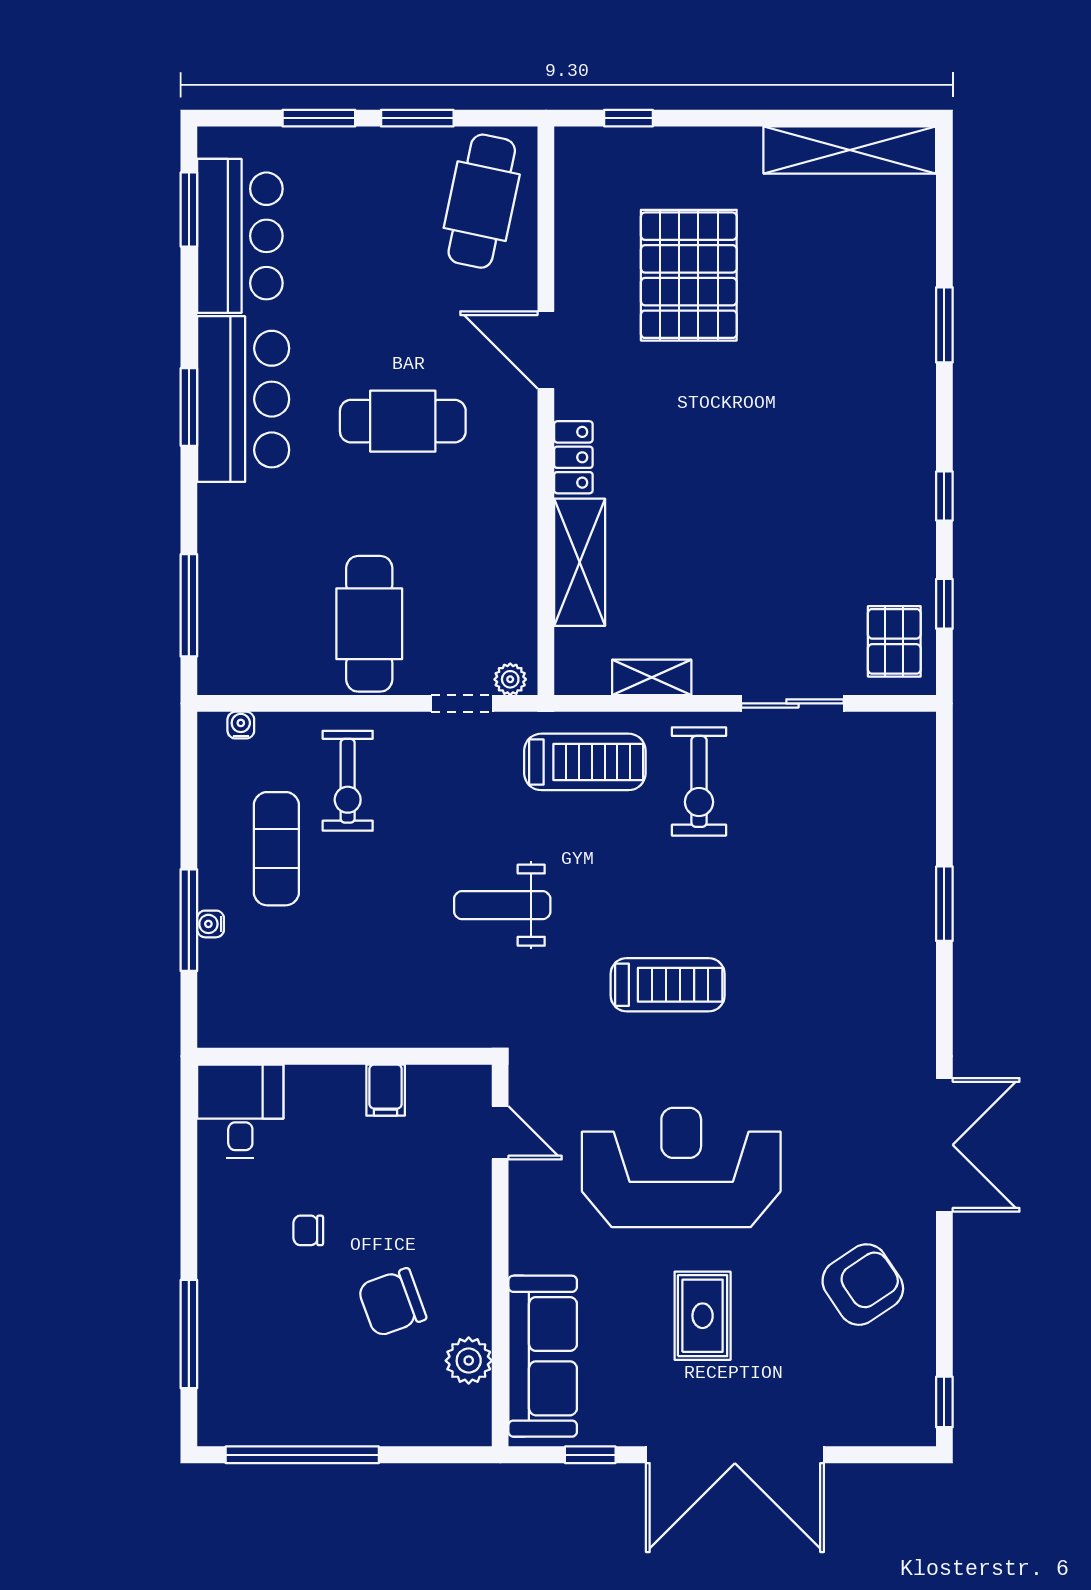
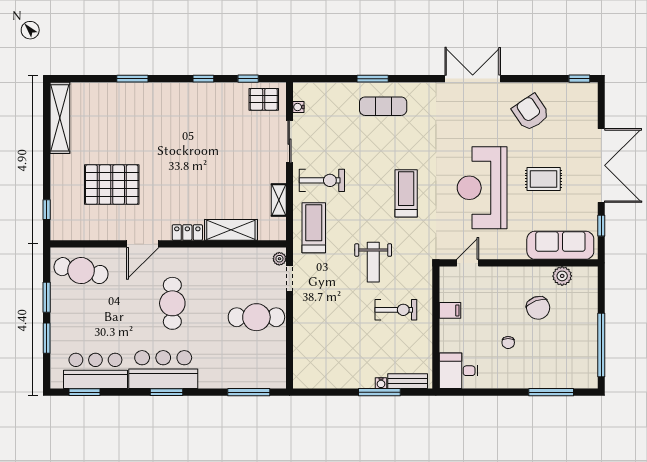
water cooler: (241, 725) -> (298, 107), moved
exercise bike: (348, 781) -> (396, 310), moved
exercise mat: (276, 849) -> (383, 106), moved
bench: (215, 988) -> (408, 381), added

